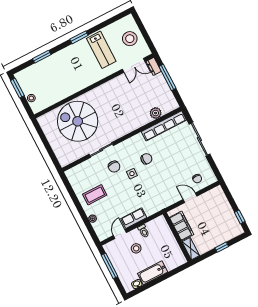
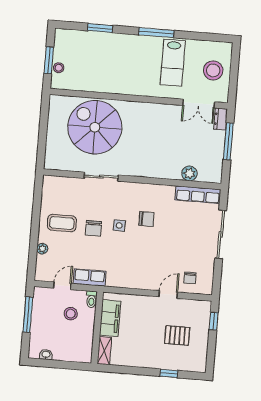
window: (79, 37) -> (156, 33), width x1.44
window: (17, 88) -> (49, 60), moved
row of seats: (164, 126) -> (198, 195), width x0.73
chair: (114, 167) -> (93, 228), moved
door: (190, 198) -> (168, 294), hinge flipped
window: (240, 217) -> (214, 321), moved
pallet: (212, 220) -> (177, 335), added
filing cabinet: (182, 226) -> (110, 318), moved
wall: (177, 237) -> (97, 328), moved
shelving: (191, 249) -> (104, 351), moved
bathtub: (153, 273) -> (72, 353), removed

